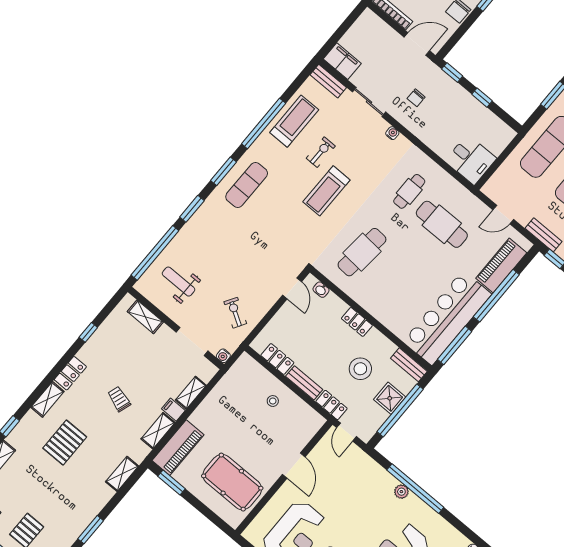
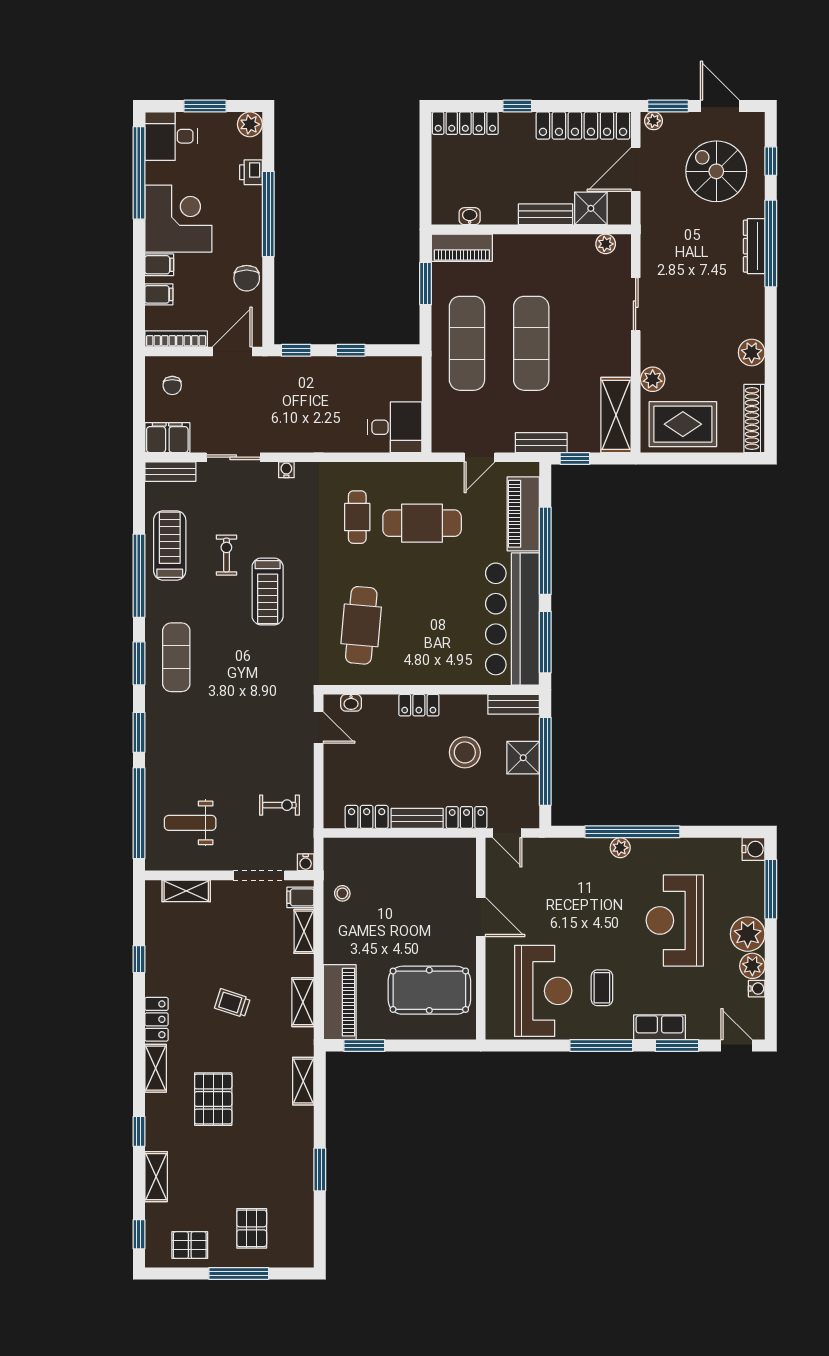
chair: (416, 98) -> (172, 385), moved
exercise bike: (235, 313) -> (279, 805), turned 149
stool: (273, 401) -> (342, 893), moved
filing cabinet: (173, 410) -> (300, 897), moved

